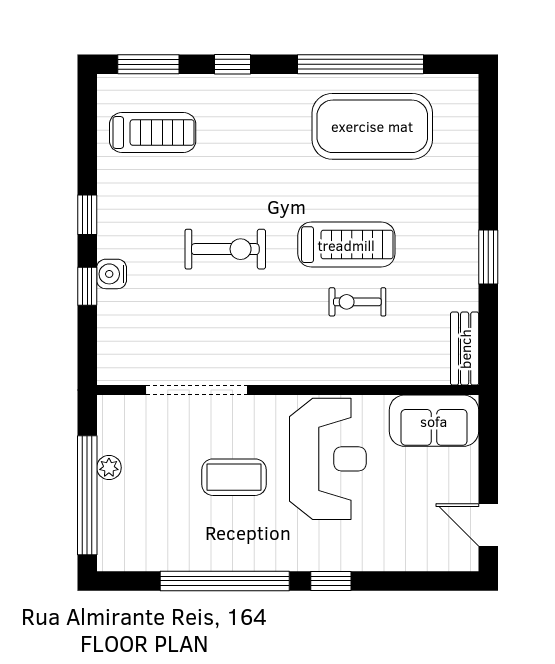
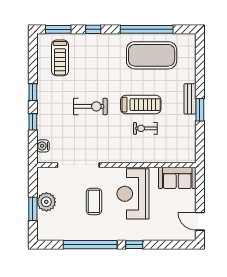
treadmill: (153, 133) -> (60, 58), turned 90
water cooler: (112, 274) -> (43, 146), moved
bench: (465, 349) -> (190, 99), moved
reception desk: (328, 459) -> (133, 194), turned 180
plant: (109, 468) -> (46, 202), width x1.87, depth x1.87
coffee table: (234, 477) -> (94, 201), turned 90
window: (87, 495) -> (33, 209), width x0.47

